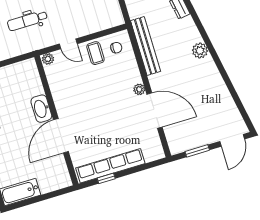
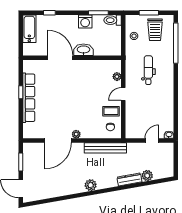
washbasin: (41, 109) -> (83, 50), moved
wall: (56, 120) -> (72, 58), moved
door: (61, 136) -> (60, 58), moved

